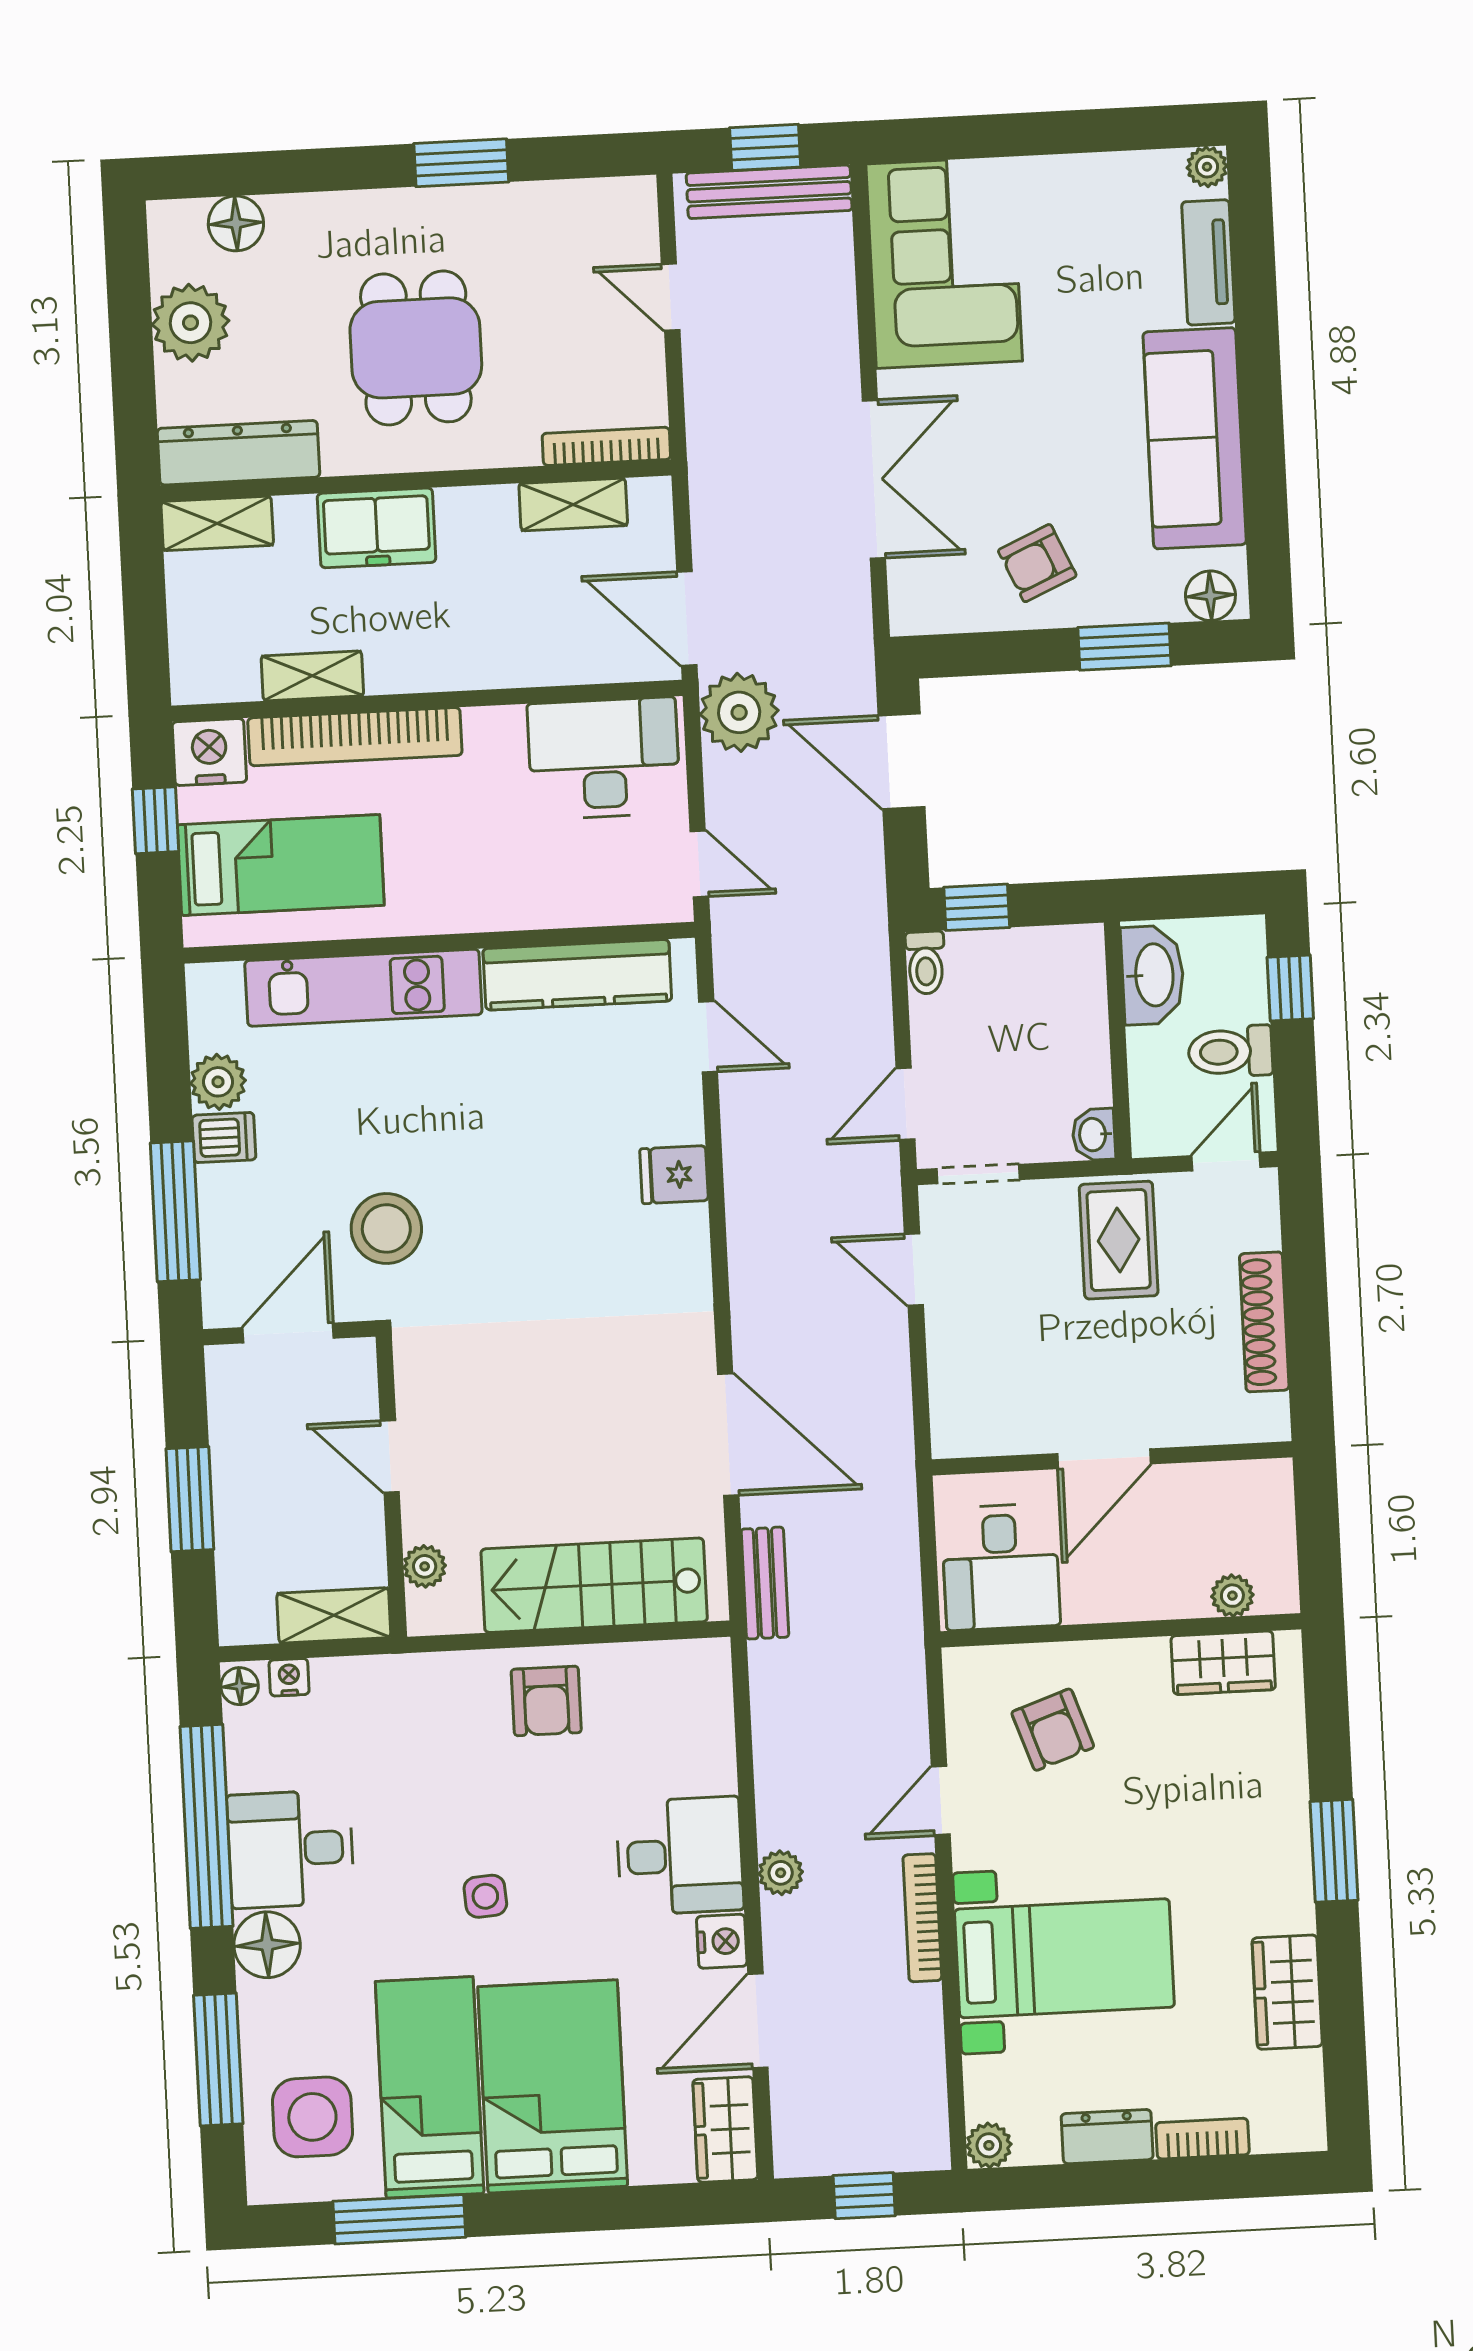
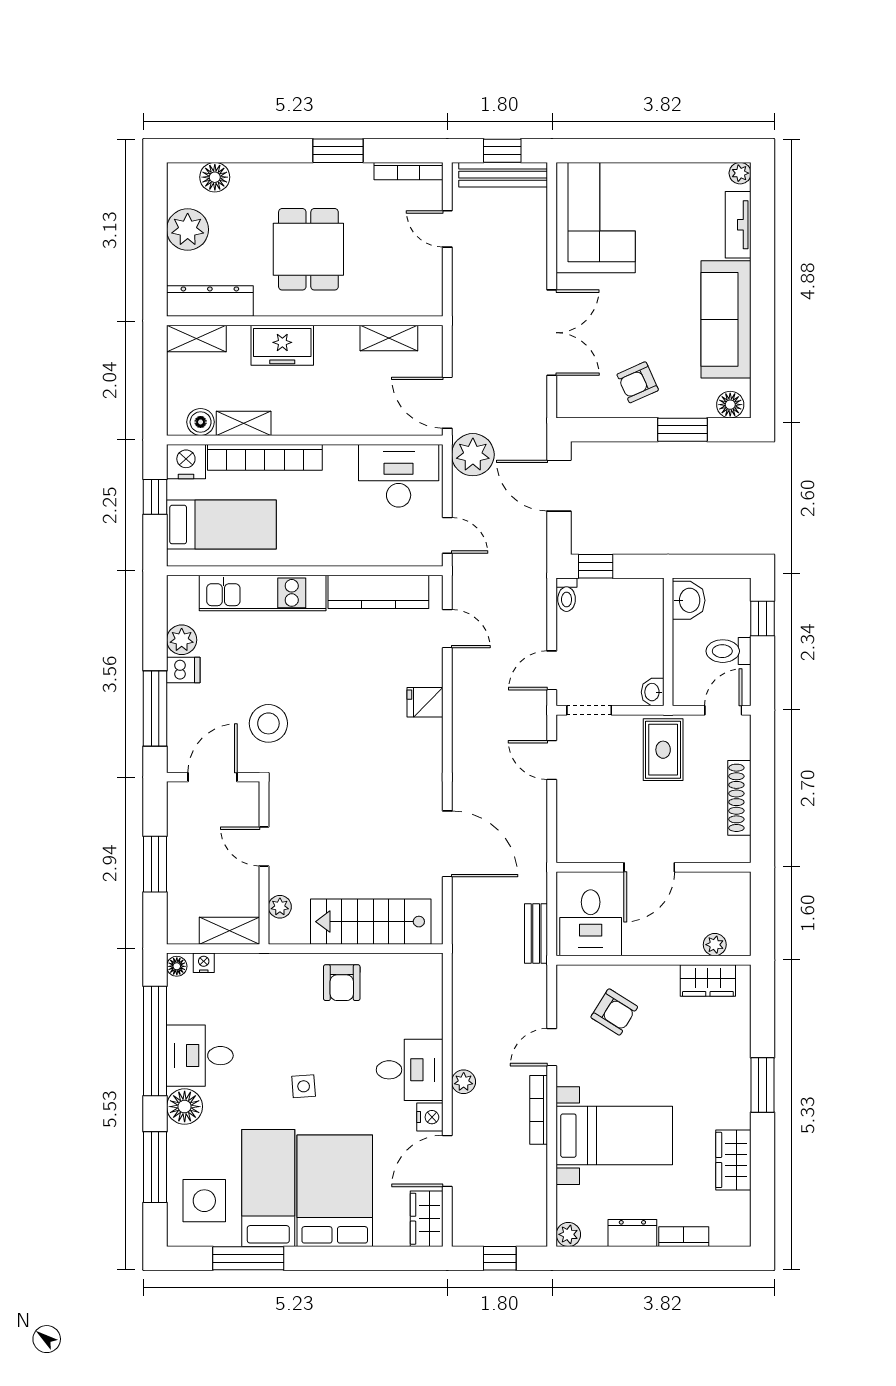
bookcase: (606, 446) -> (408, 171), moved, turned 180
boiler: (233, 677) -> (201, 422), added
washbasin: (1153, 975) -> (689, 600), width x0.72
bench: (765, 1583) -> (536, 933), moved
armchair: (1053, 1730) -> (614, 1012), turned -39

